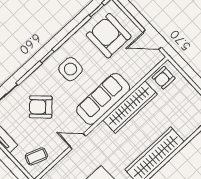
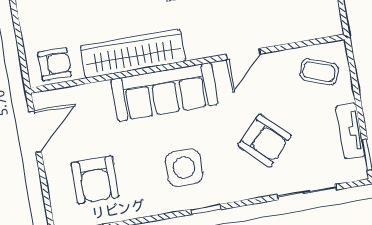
armchair: (109, 36) -> (95, 180), width x0.73, depth x0.73
door: (152, 40) -> (35, 132), hinge flipped
door: (78, 141) -> (243, 54), hinge flipped

